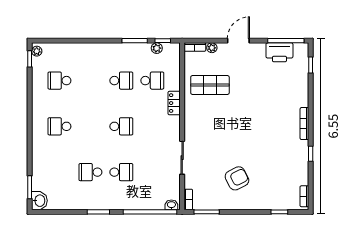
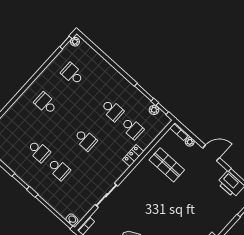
school desk: (90, 172) -> (39, 151), turned 180

